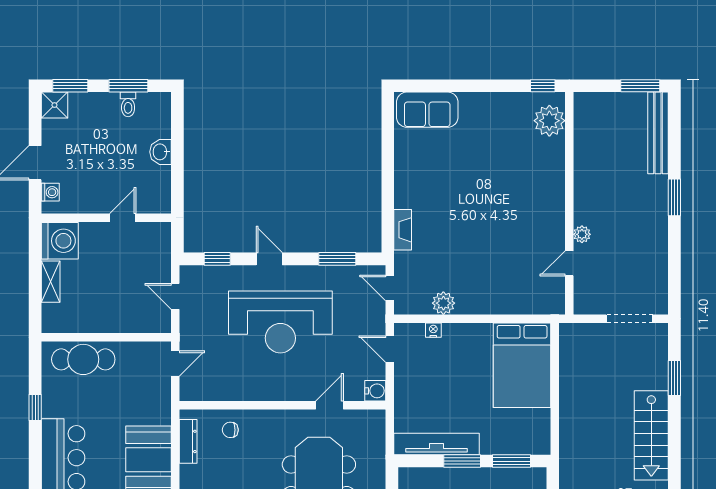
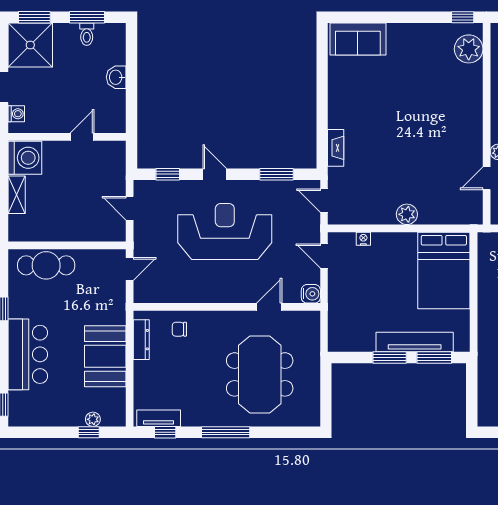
shower: (54, 105) -> (30, 45), width x1.86, depth x1.86
plant: (443, 303) -> (407, 214), moved
reception desk: (280, 322) -> (225, 231), turned 180
tv unit: (436, 444) -> (415, 342), moved

